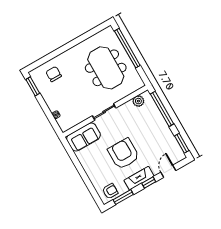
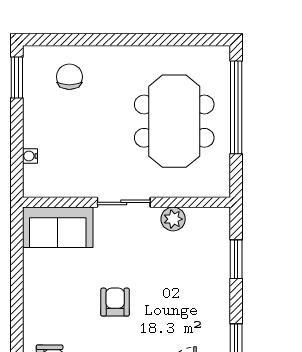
plant: (138, 101) -> (173, 219), moved
window: (162, 109) -> (236, 259), width x0.47
armchair: (123, 154) -> (115, 302), width x0.53, depth x0.53

